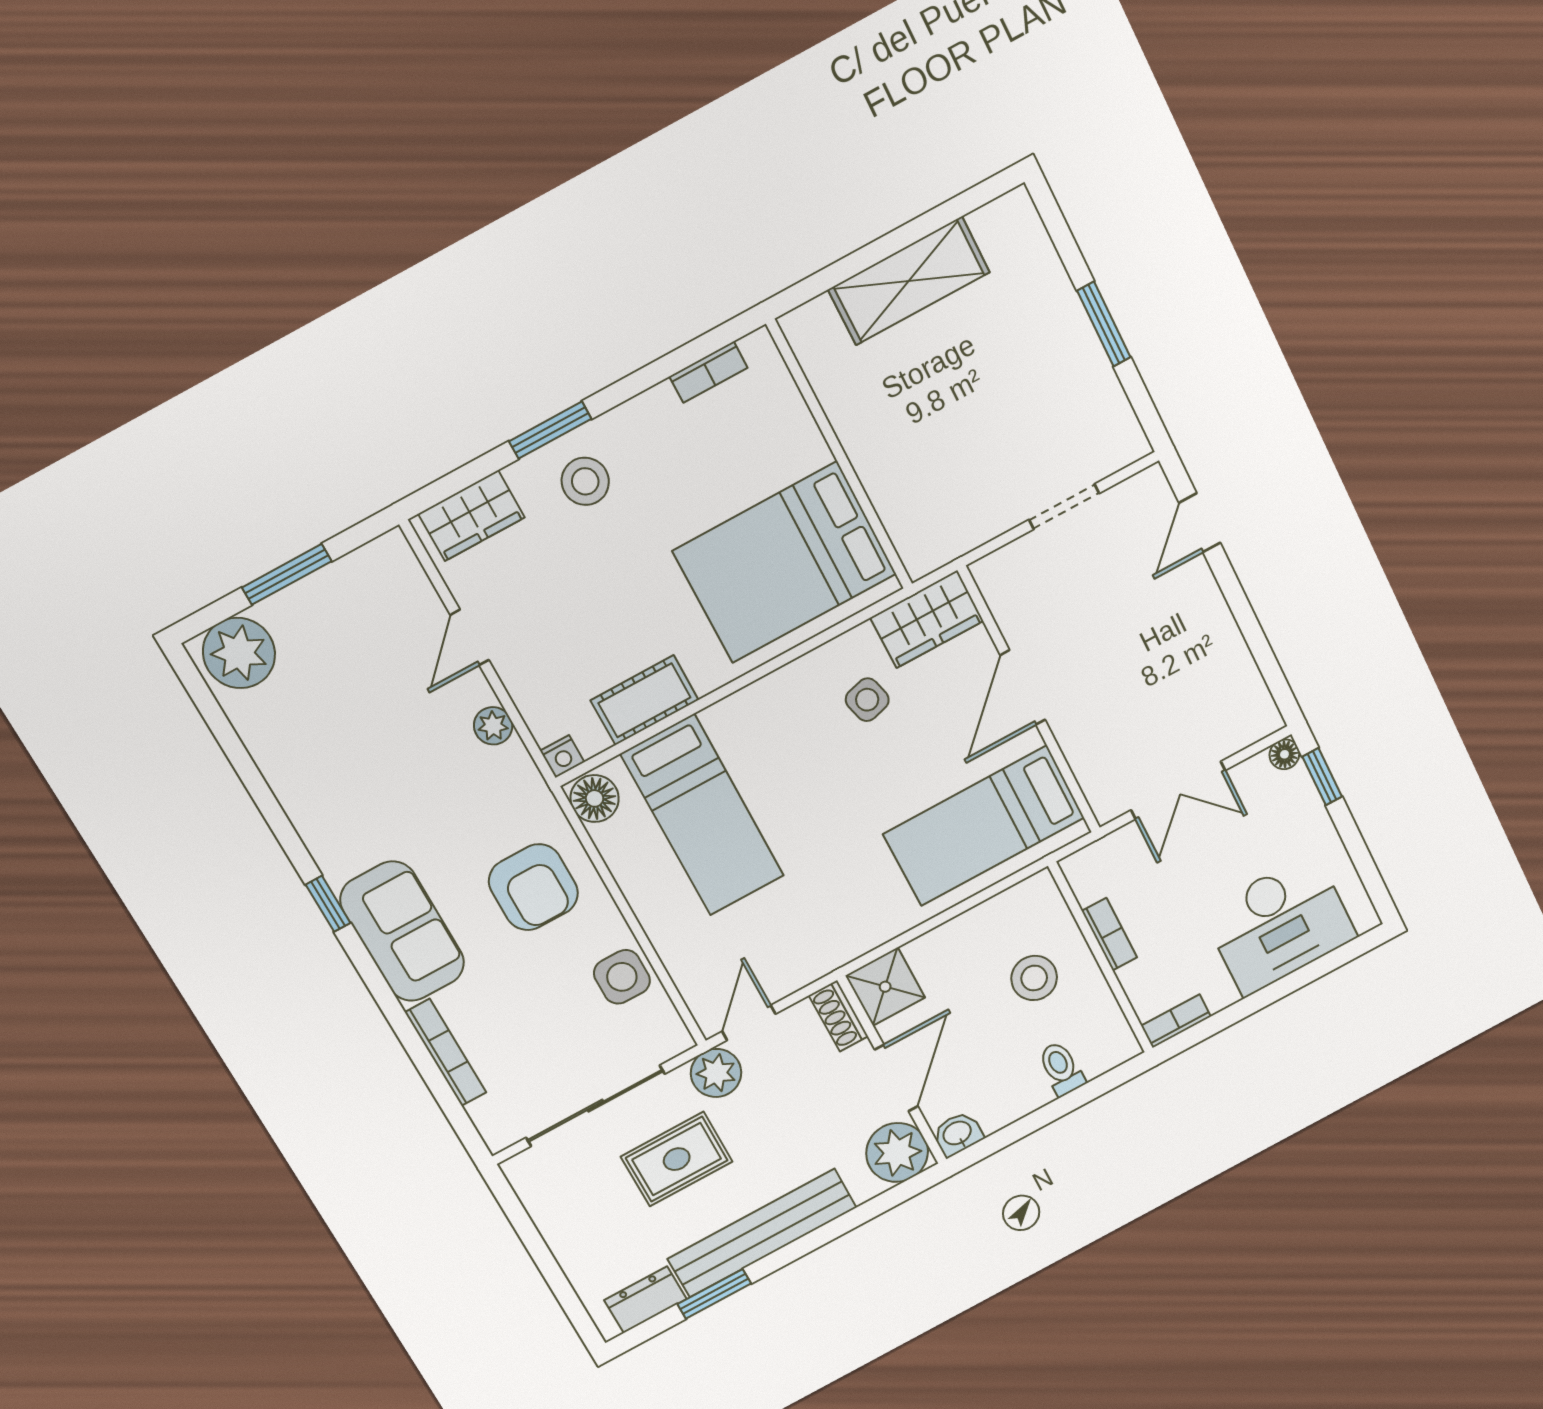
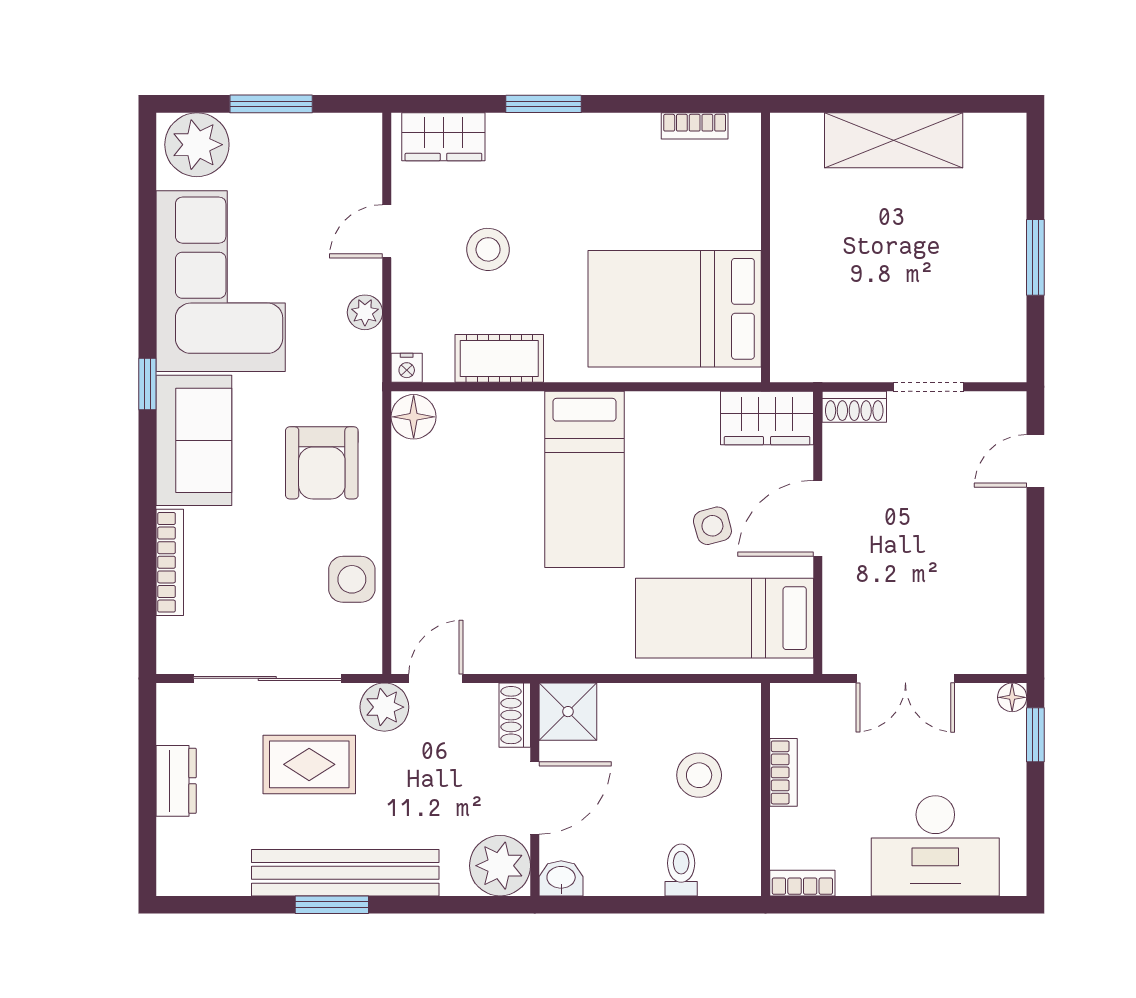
stool: (585, 481) -> (488, 249), moved
shoe rack: (1004, 564) -> (854, 407), added
side table: (867, 700) -> (712, 526), moved
corner sofa: (339, 771) -> (221, 281), added
bed: (702, 815) -> (584, 479), moved
window: (714, 1294) -> (332, 905), moved
dresser: (645, 1300) -> (176, 781), moved, turned 90

